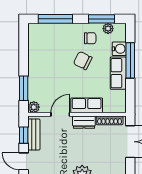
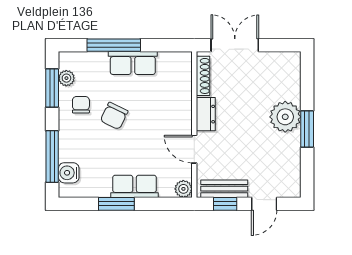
water cooler: (119, 49) -> (69, 173), moved, turned -90
window: (24, 88) -> (116, 204), moved
row of seats: (87, 105) -> (135, 186), moved, turned 90

